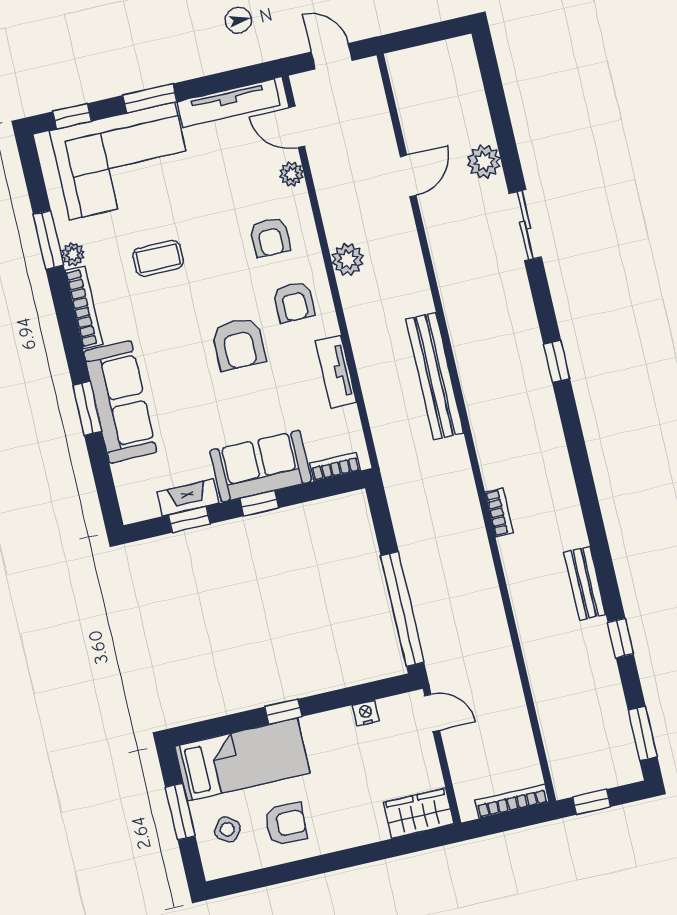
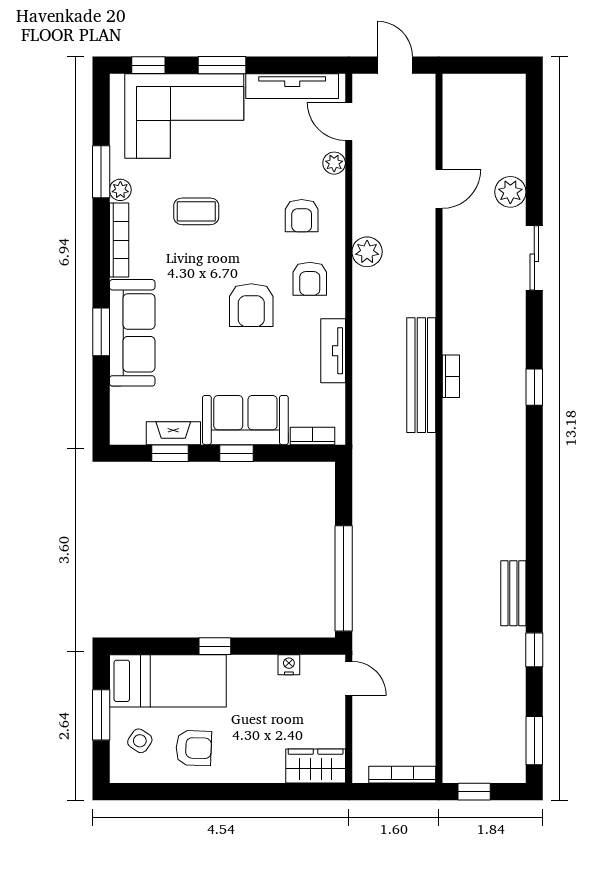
bookcase: (499, 512) -> (451, 376), moved

